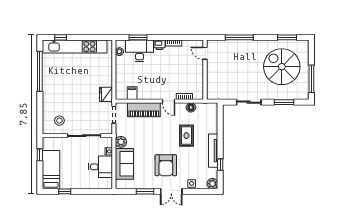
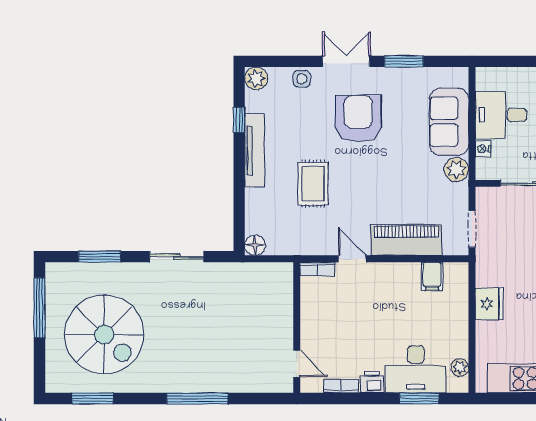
door: (205, 53) -> (297, 364), moved
wall: (205, 70) -> (297, 328), moved
fridge: (106, 94) -> (489, 304), moved
floor lamp: (191, 107) -> (255, 245), moved

